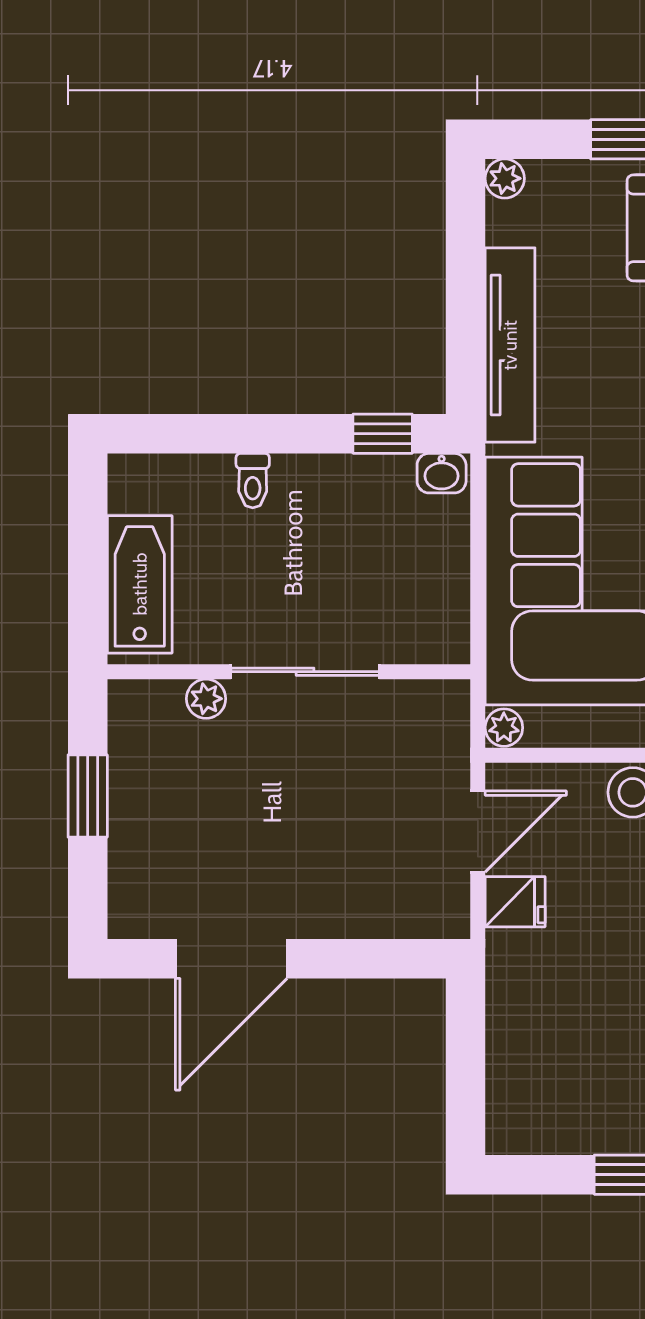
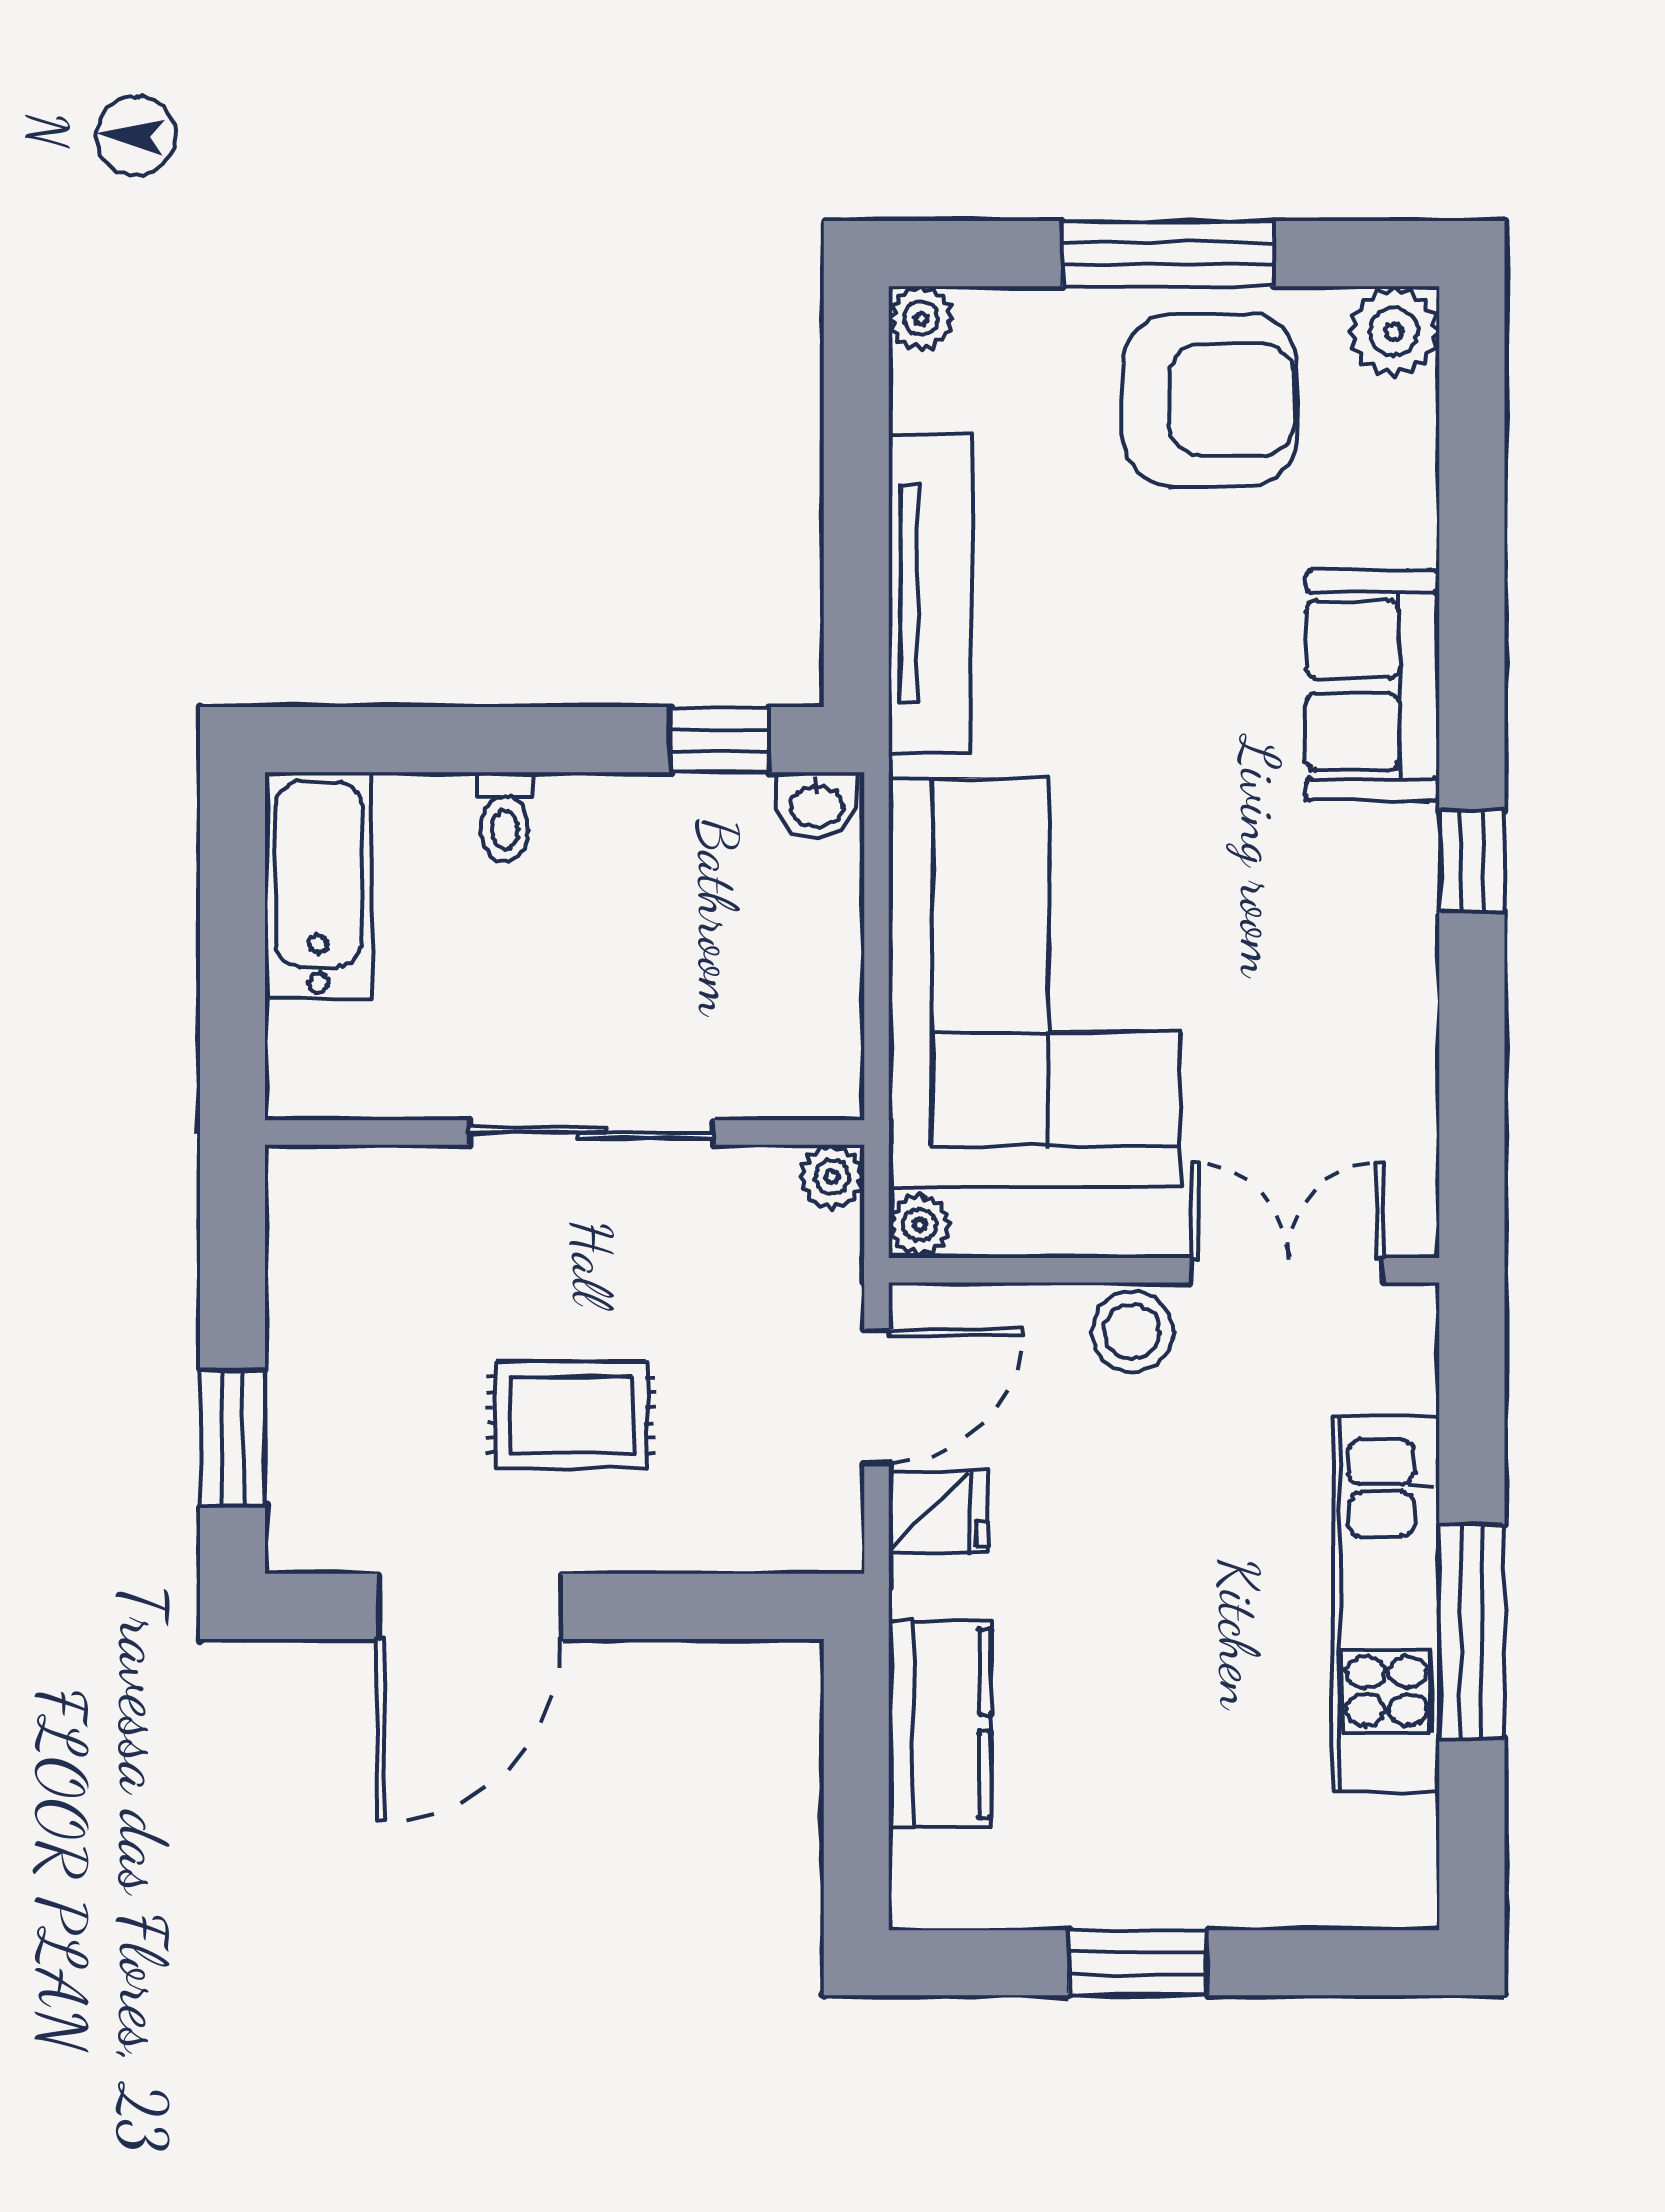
bathtub: (140, 584) -> (318, 885), moved
plant: (206, 699) -> (832, 1177), moved
window: (88, 796) -> (233, 1438), moved
rug: (293, 843) -> (571, 1415), added
kitchen counter: (516, 1030) -> (940, 1723), added

